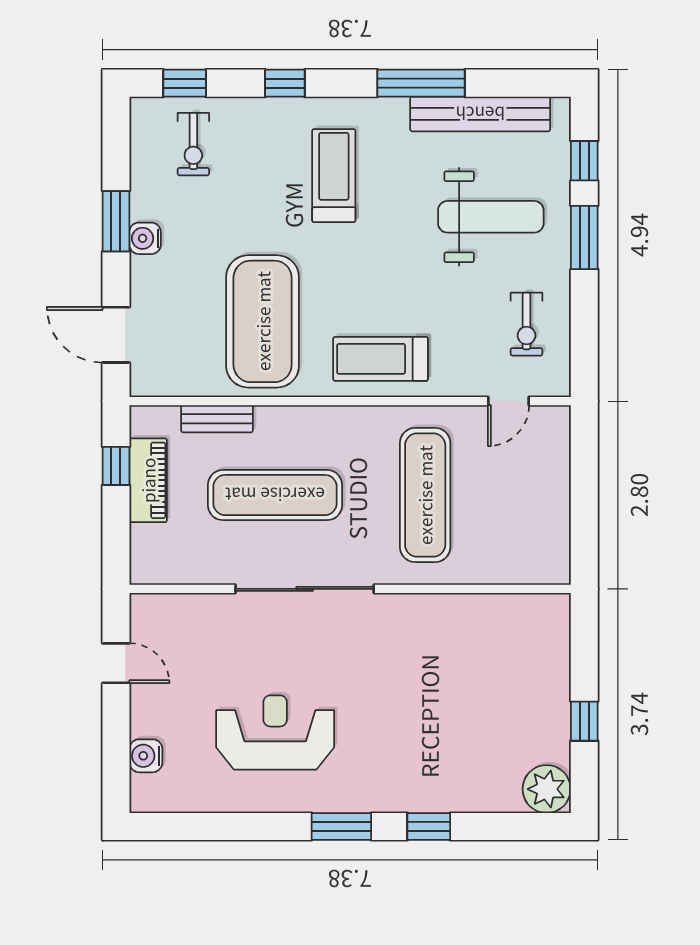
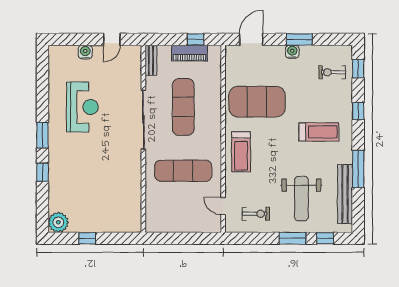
exercise bike: (527, 324) -> (256, 214), turned 180
treadmill: (381, 359) -> (241, 152), turned 180
bench: (217, 419) -> (151, 60), moved
water cooler: (146, 756) -> (85, 52), moved

